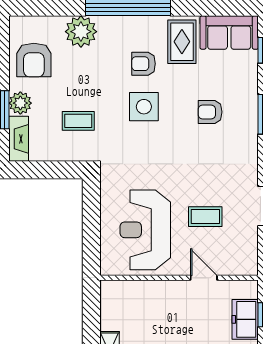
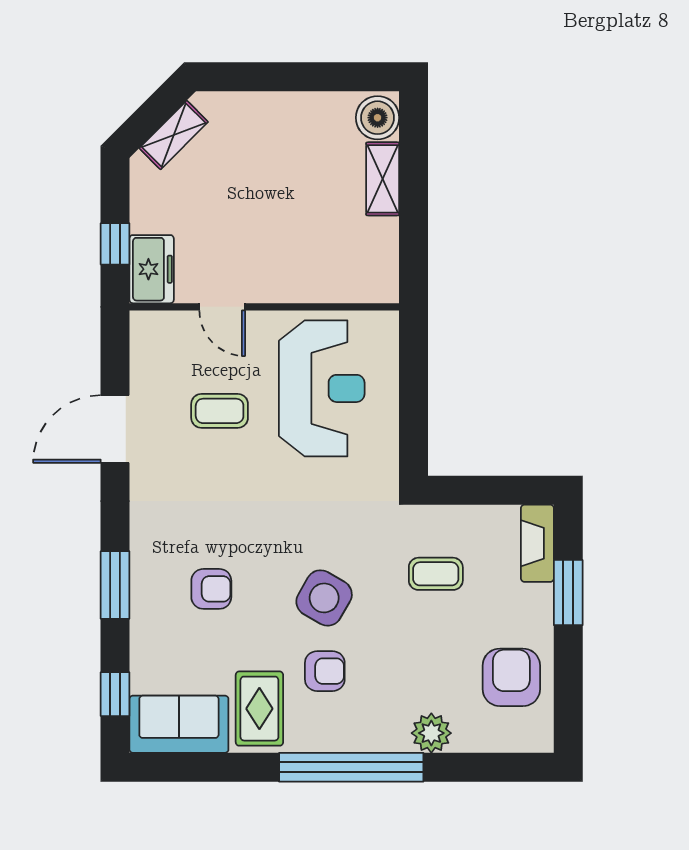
plant: (81, 32) -> (431, 733), width x0.73, depth x0.73
plant: (20, 103) -> (534, 604), removed
side table: (144, 107) -> (324, 598), turned 30
freezer: (245, 319) -> (152, 269), moved

